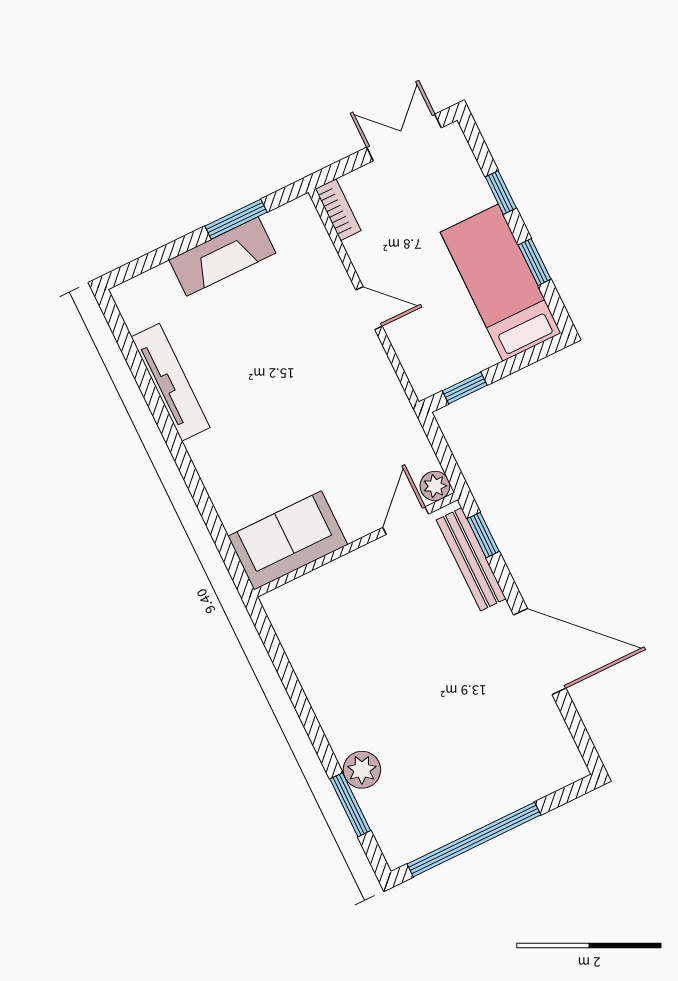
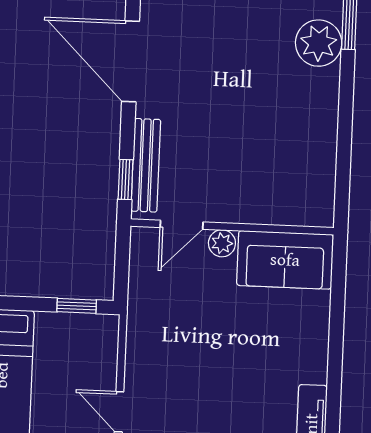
plant: (435, 486) -> (222, 243), moved
plant: (362, 770) -> (319, 43), width x1.36, depth x1.36

